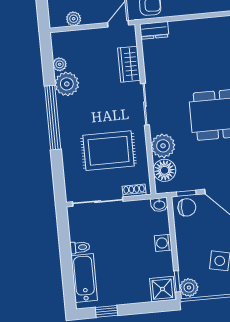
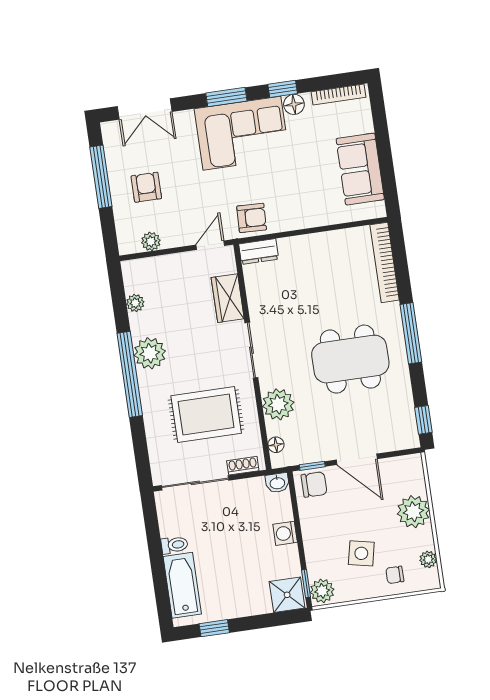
plant: (67, 84) -> (150, 353), moved
floor lamp: (165, 170) -> (276, 445), width x0.53, depth x0.53

